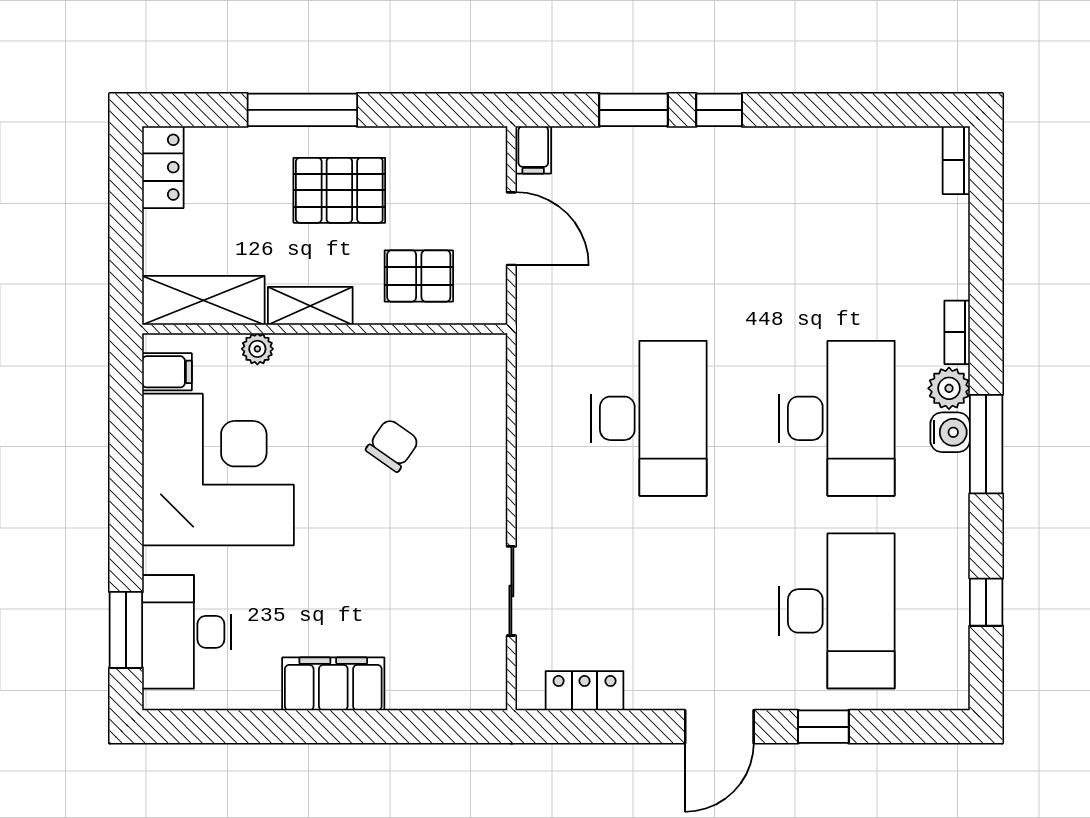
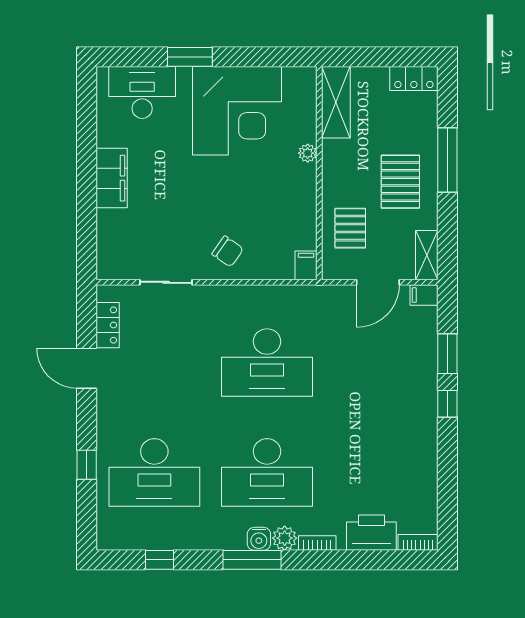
printer: (939, 240) -> (371, 533), added
shelving: (310, 306) -> (427, 255), moved
plant: (257, 349) -> (308, 153), moved
filing cabinet: (167, 372) -> (306, 265), moved, turned 180
chair: (392, 445) -> (228, 251), moved
window: (126, 630) -> (190, 57), moved
door: (719, 727) -> (87, 368), moved

